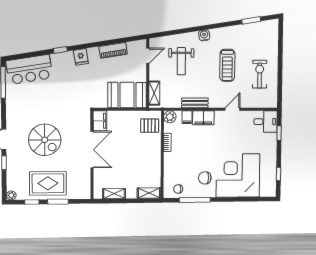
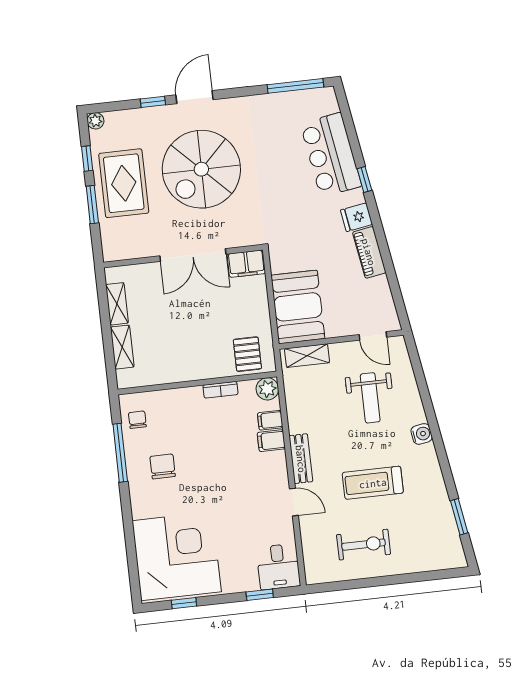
piano: (113, 50) -> (369, 252), moved
weight bench: (181, 61) -> (370, 398), turned -90
bar counter: (29, 69) -> (331, 155), moved
bench: (195, 103) -> (301, 459), moved
filing cabinet: (203, 118) -> (271, 441), width x0.50
spiral stairs: (45, 140) -> (201, 169), width x1.37, depth x1.37
corner desk: (238, 175) -> (177, 556), moved
shelving: (149, 193) -> (122, 347), moved

